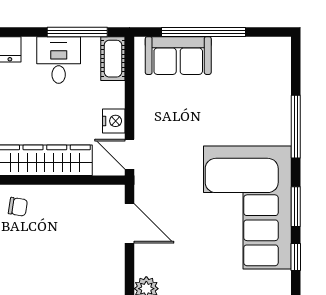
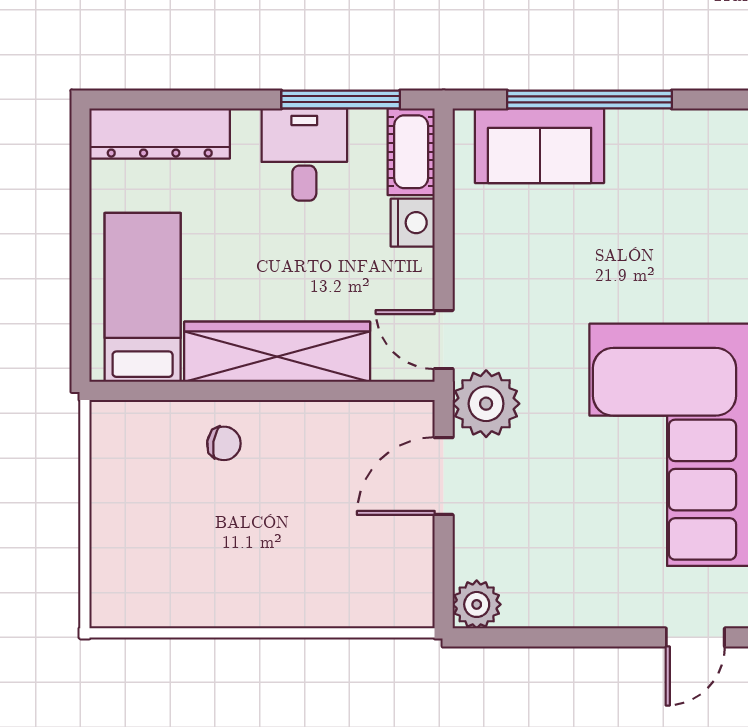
nightstand: (114, 121) -> (413, 223), moved
plant: (151, 187) -> (486, 404), added
door: (129, 223) -> (444, 476), swing flipped

